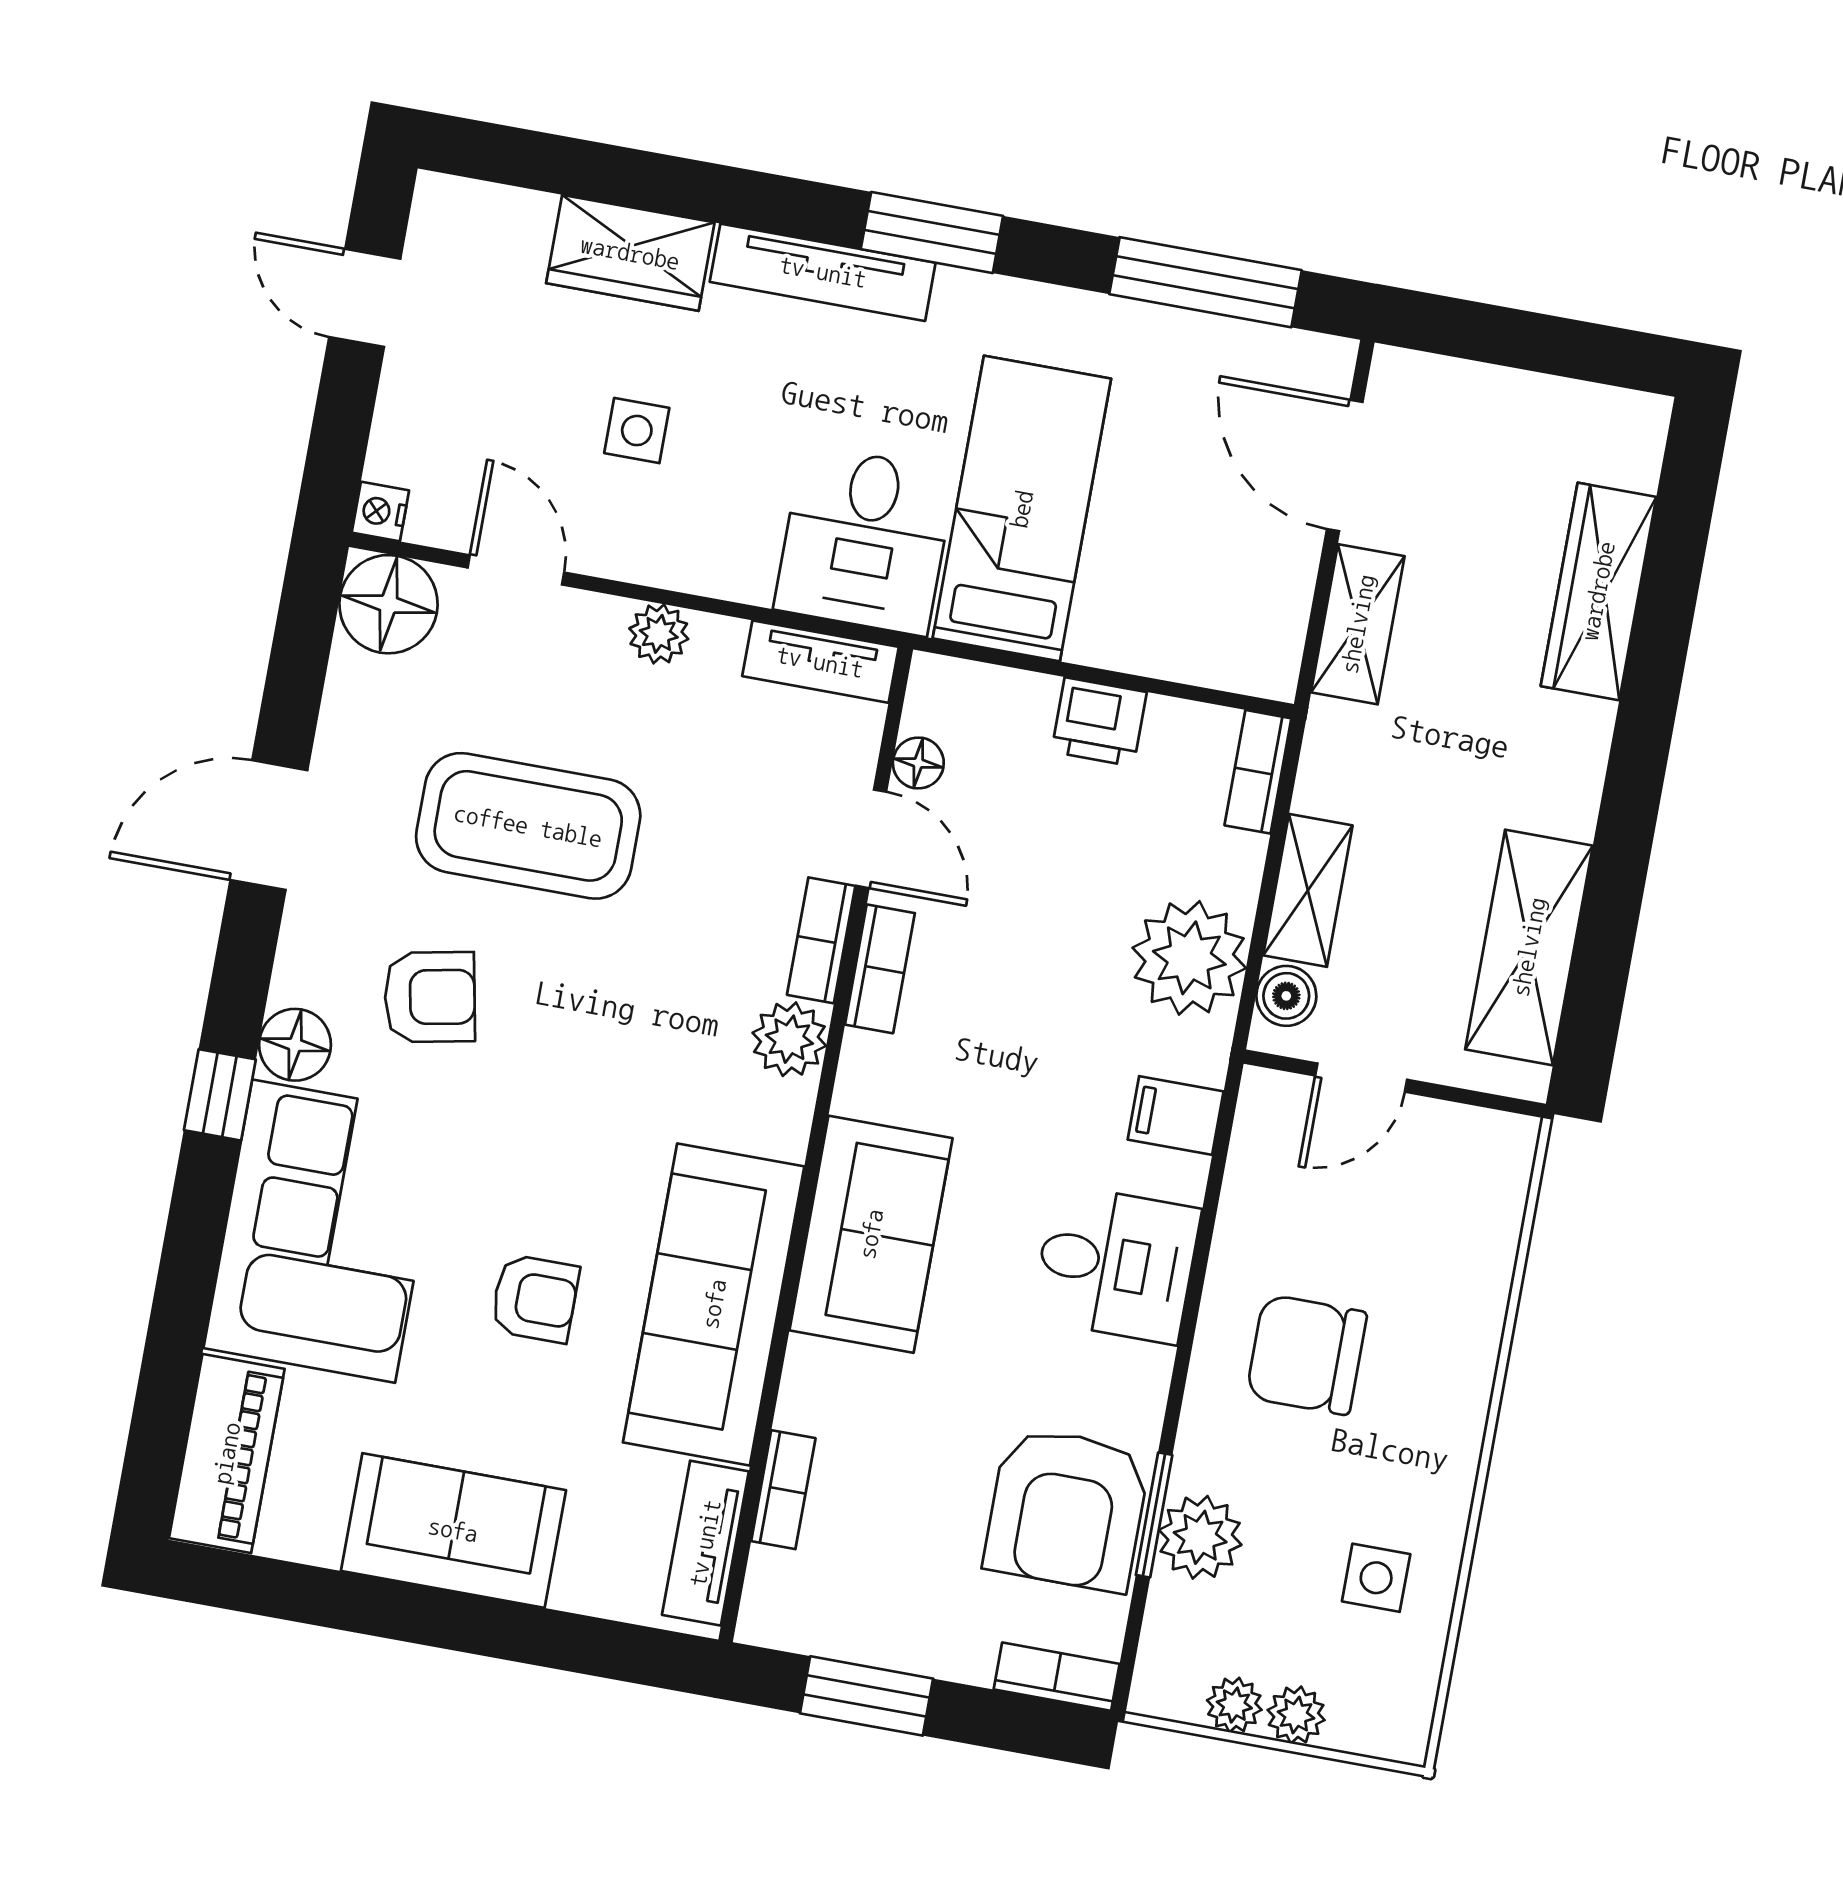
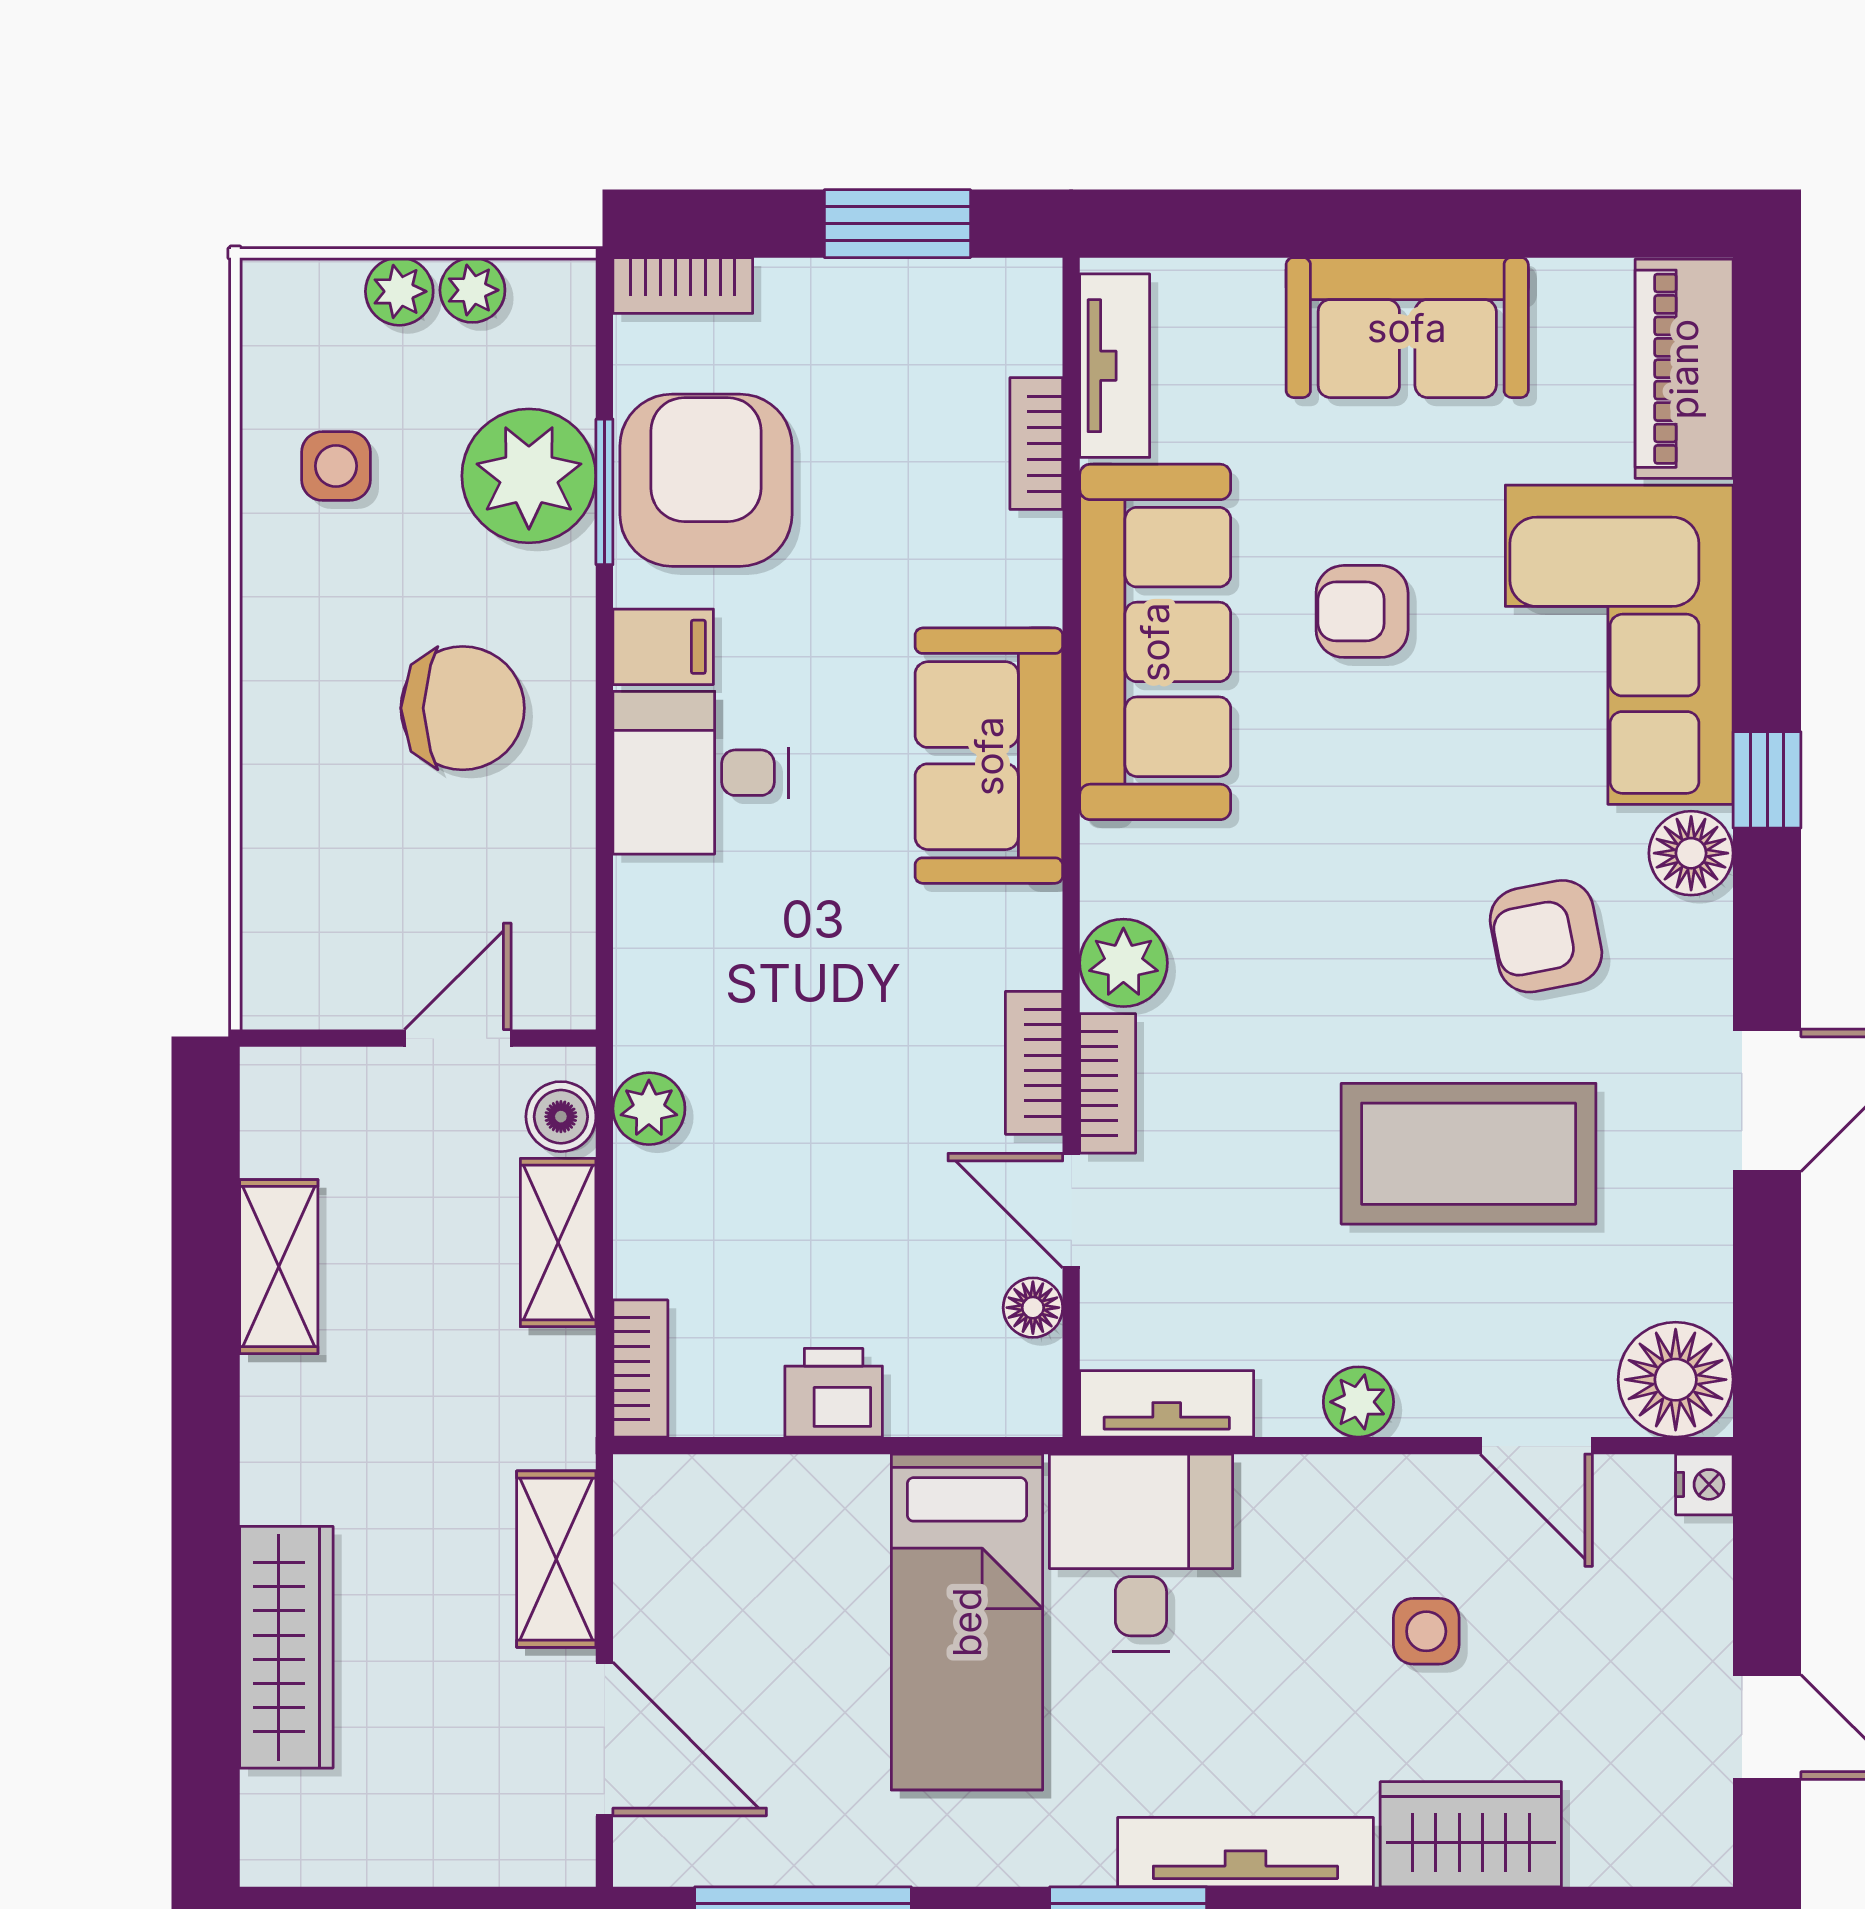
shelving: (1529, 947) -> (279, 1267), width x0.67, depth x0.75
plant: (1189, 958) -> (649, 1109), width x0.53, depth x0.53
filing cabinet: (1176, 1115) -> (663, 647), moved
plant: (1200, 1537) -> (529, 476), width x1.36, depth x1.36

